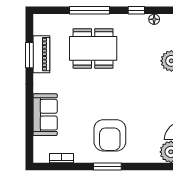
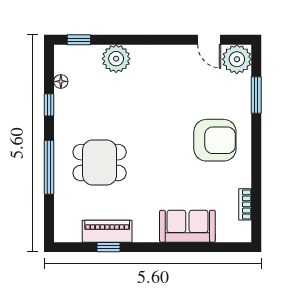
dining table: (93, 48) -> (100, 163), width x0.73
window: (29, 55) -> (108, 247), width x0.67
window: (107, 166) -> (256, 95), moved

